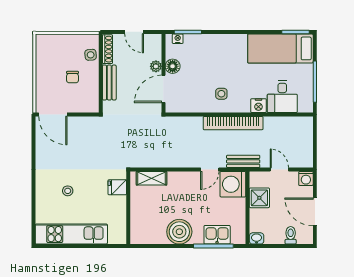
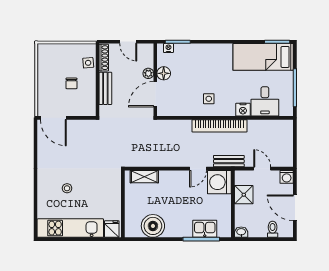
fridge: (117, 187) -> (112, 229), moved, turned 90
boiler: (179, 232) -> (153, 226), moved

